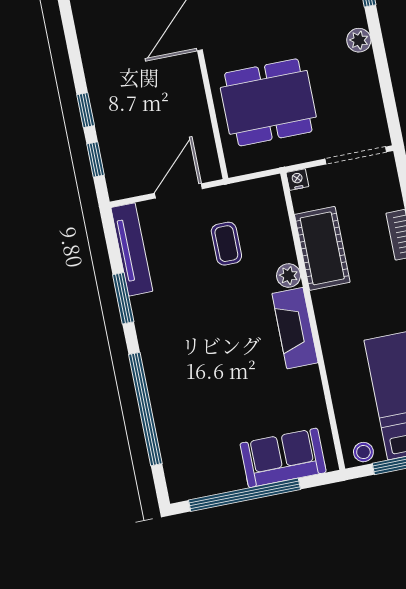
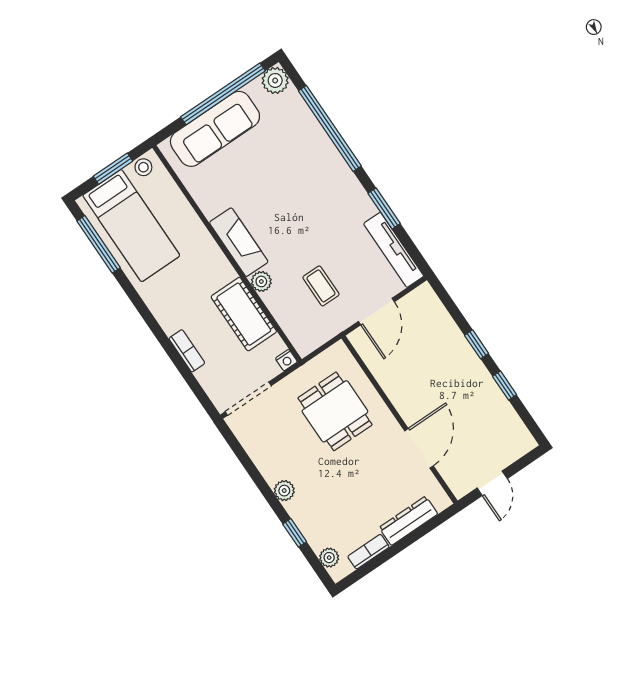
dining table: (268, 102) -> (335, 411), width x0.73
window: (95, 159) -> (505, 386), moved
sofa: (283, 458) -> (215, 129), width x1.36
plant: (182, 485) -> (275, 80), added

